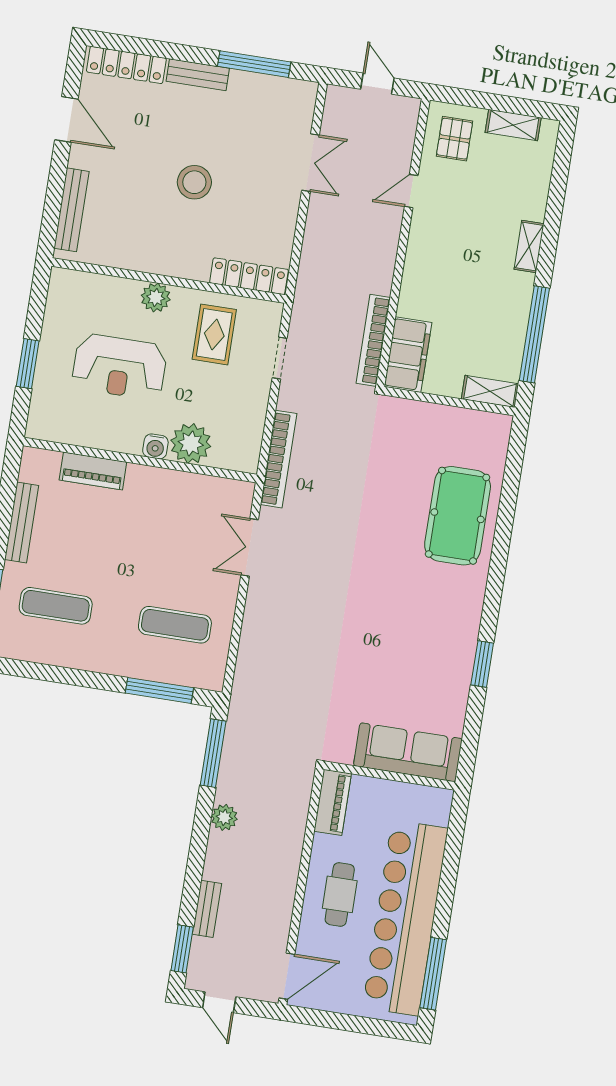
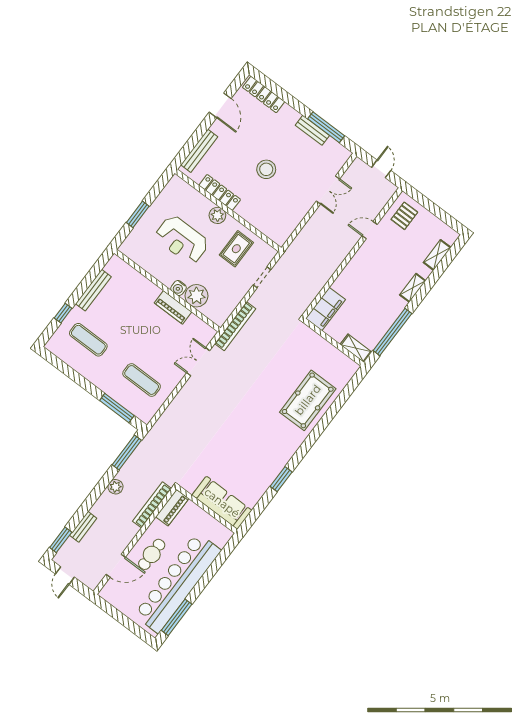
bench: (198, 75) -> (312, 130), moved
shelving: (513, 125) -> (437, 255), moved, turned 90
locker: (249, 276) -> (220, 192), moved
bookcase: (373, 340) -> (152, 505), moved
piano: (93, 471) -> (173, 307), moved
door: (287, 976) -> (116, 566), moved

